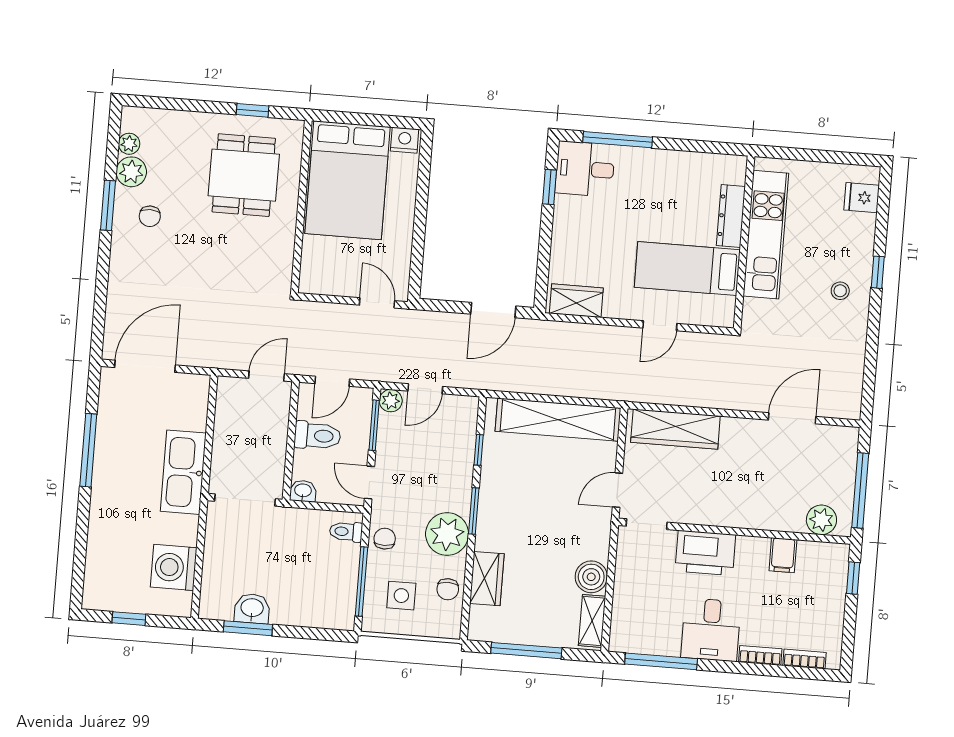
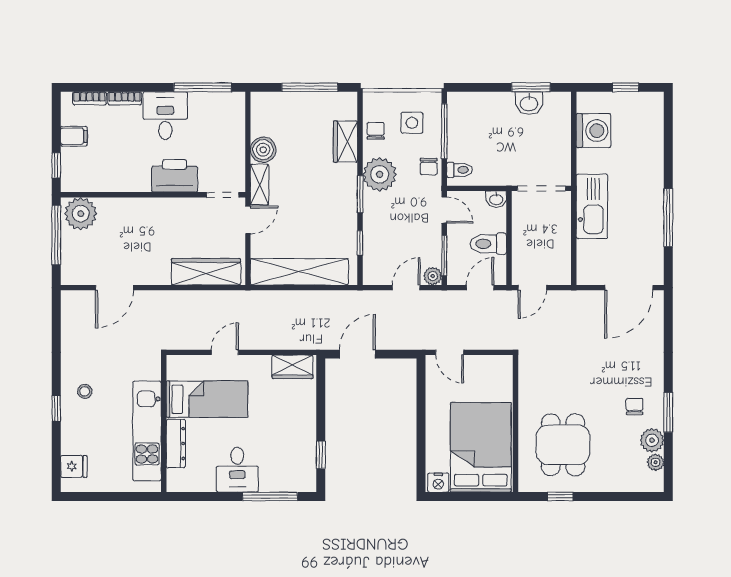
desk: (585, 169) -> (237, 470), moved, turned 90
plant: (821, 520) -> (81, 214), width x1.36, depth x1.36
filing cabinet: (783, 555) -> (74, 136), moved, turned 90
shelving: (592, 621) -> (260, 185), moved

